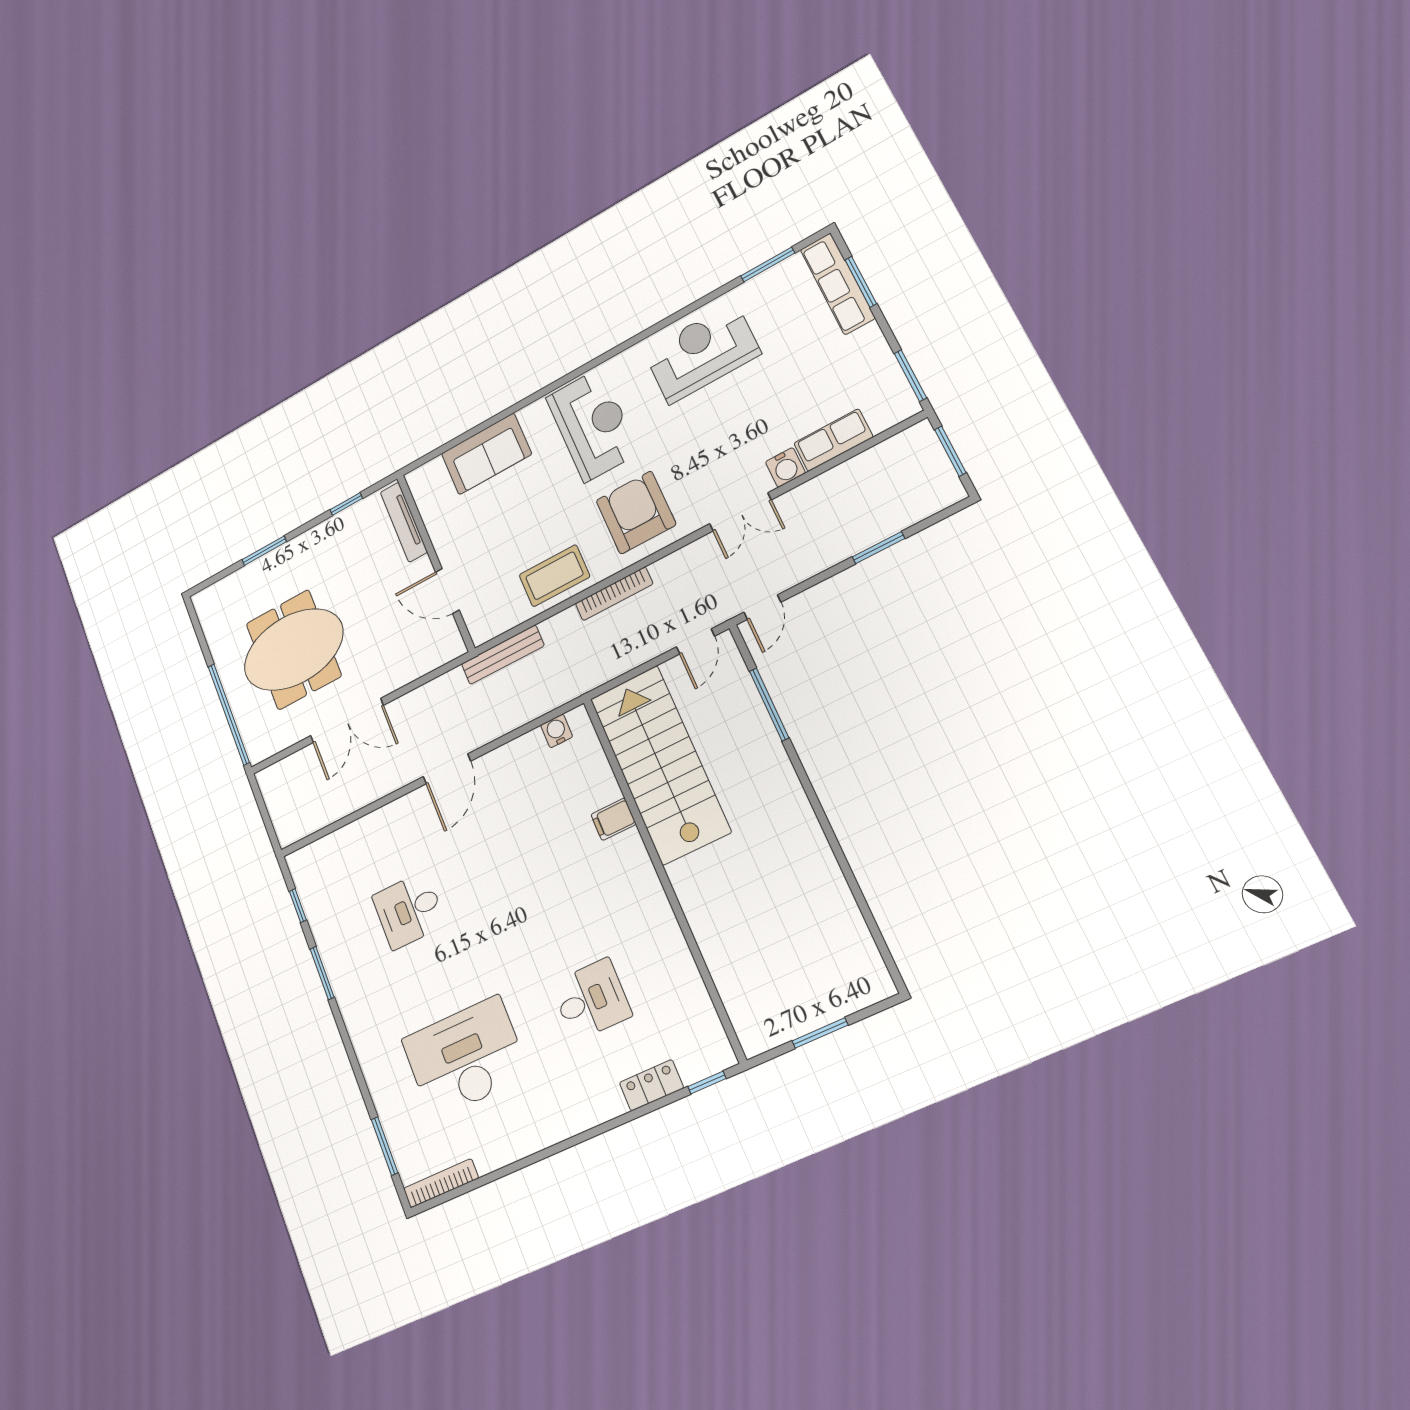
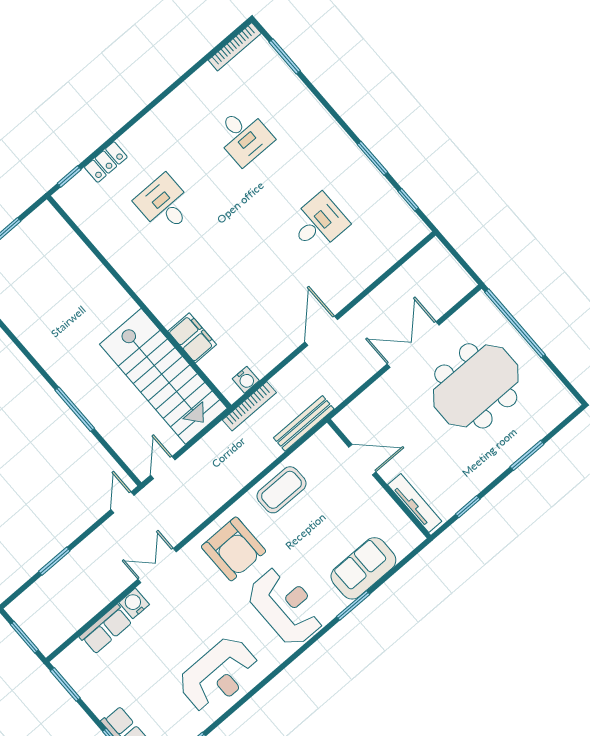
window: (512, 410) -> (353, 606), added
reception desk: (593, 425) -> (286, 606), turned 180
bookcase: (614, 594) -> (249, 406), moved, turned 180
window: (769, 704) -> (75, 409), moved
filing cabinet: (613, 819) -> (192, 338), width x2.00
desk: (591, 1000) -> (164, 204), turned 90
desk: (465, 1058) -> (244, 136), width x0.53, depth x0.77

